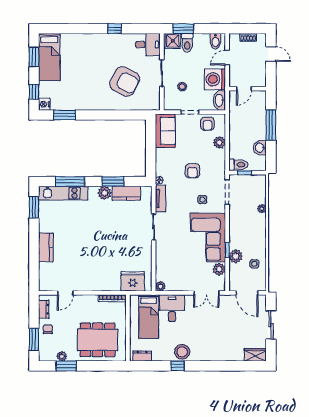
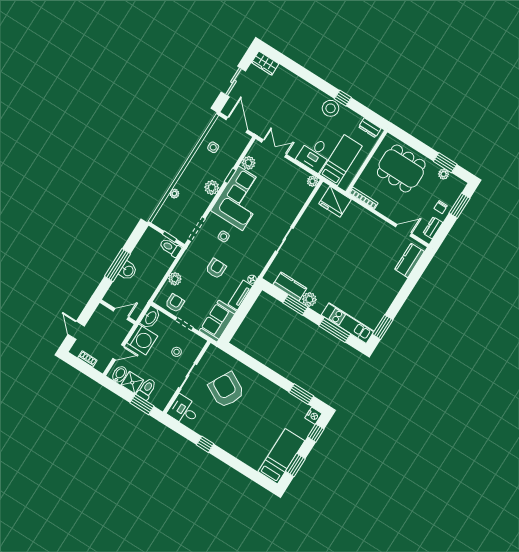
shower: (173, 41) -> (132, 383), moved
washbasin: (260, 148) -> (128, 271), moved
tv unit: (160, 198) -> (240, 295), moved
kitchen counter: (46, 247) -> (410, 260), moved
plant: (236, 256) -> (212, 188), moved

